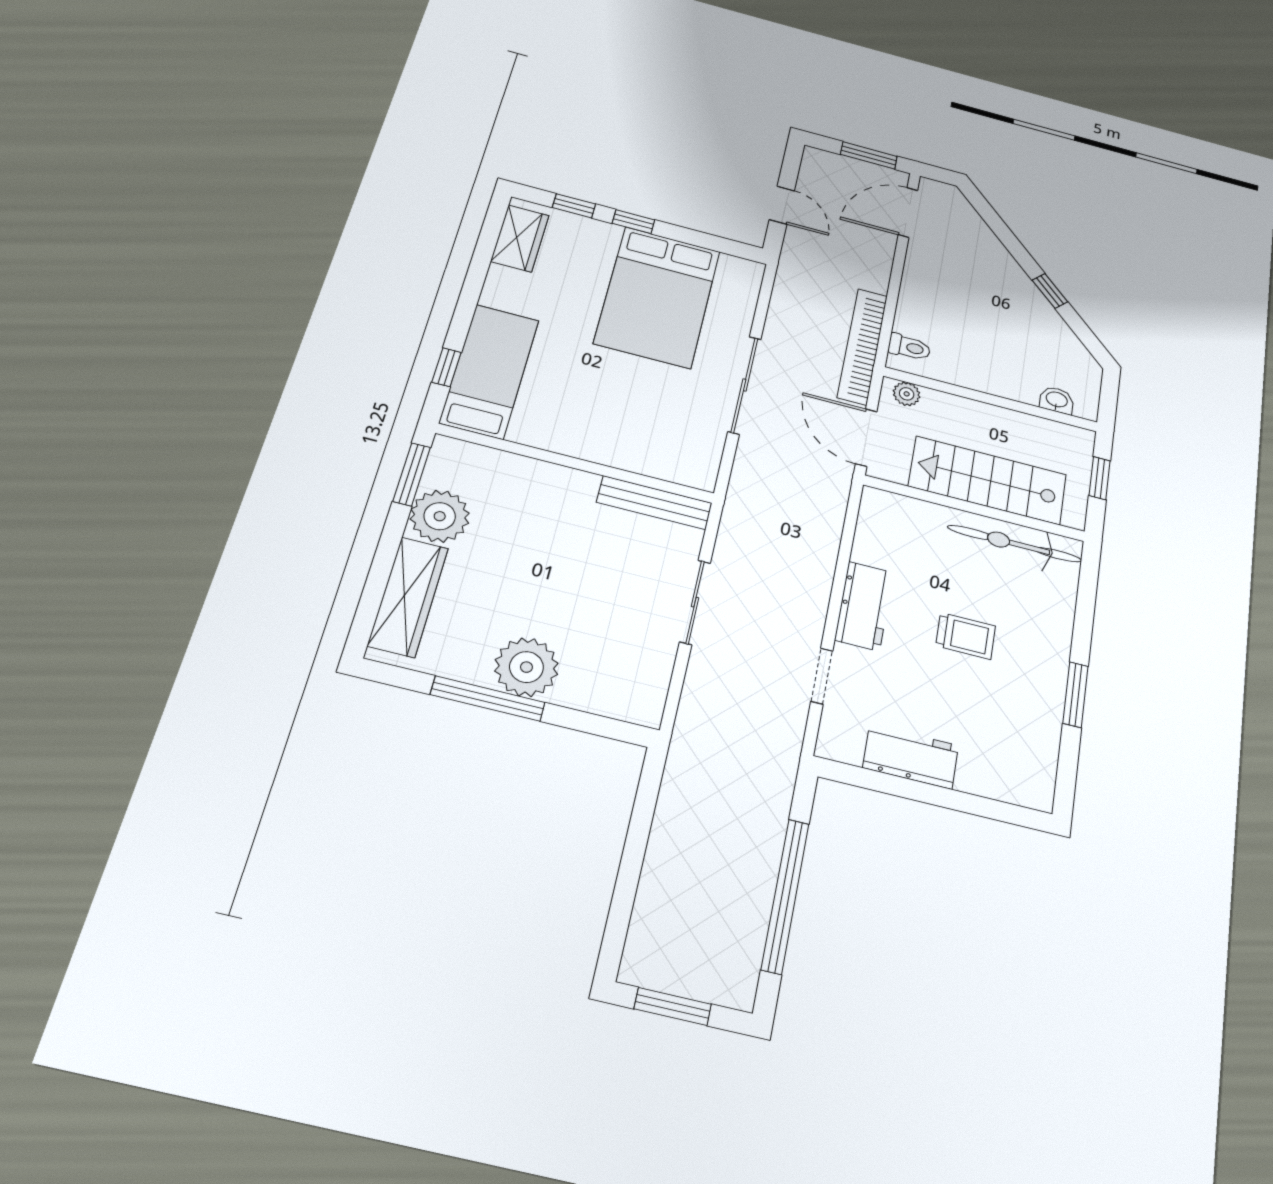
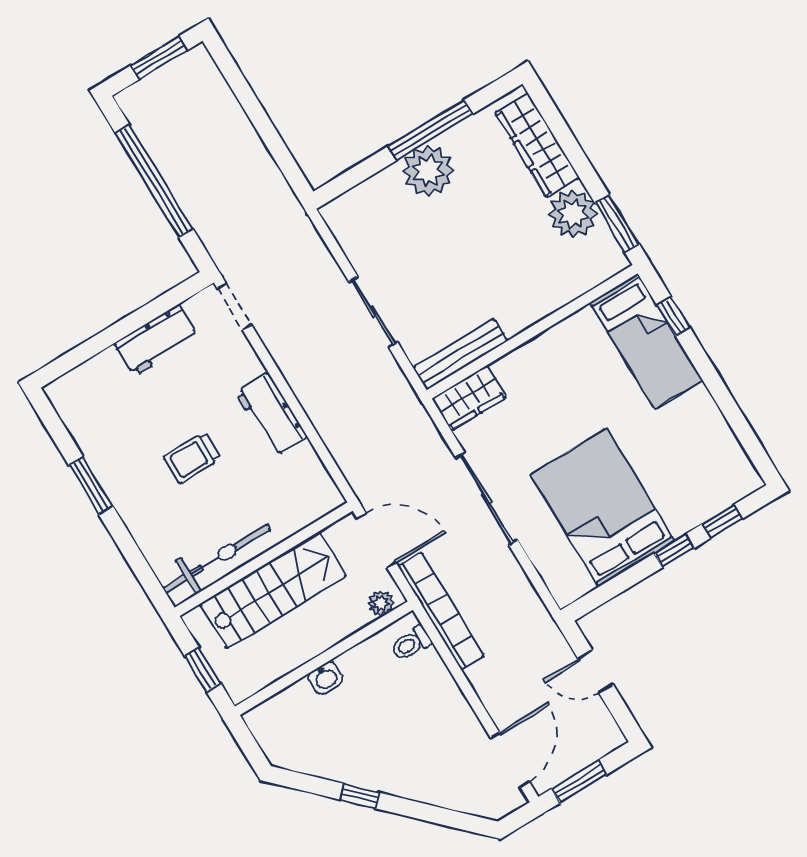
wardrobe: (520, 238) -> (469, 398), moved, turned -90
washbasin: (1057, 400) -> (325, 678), moved
doorway: (822, 676) -> (234, 307), moved

